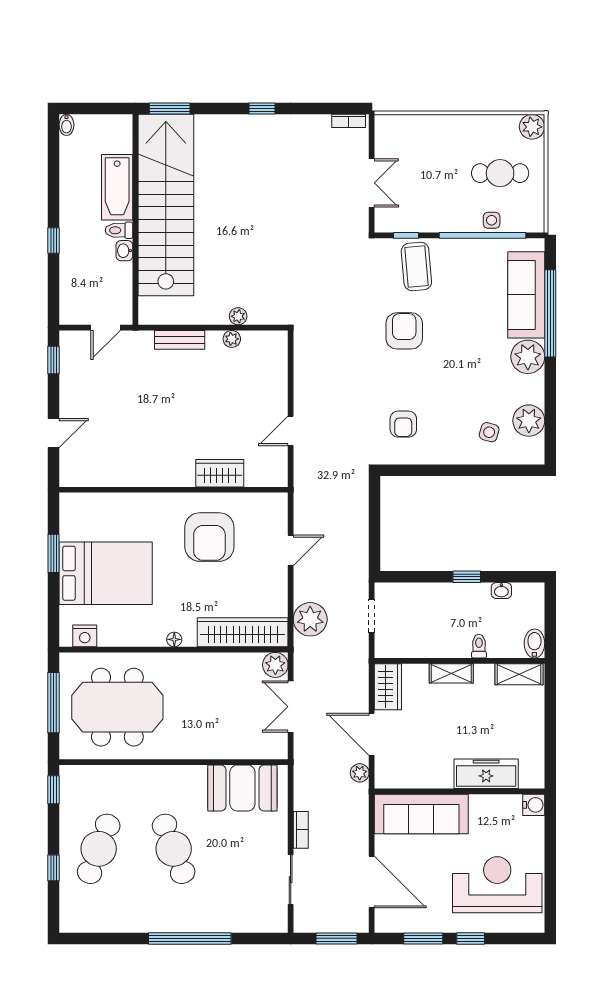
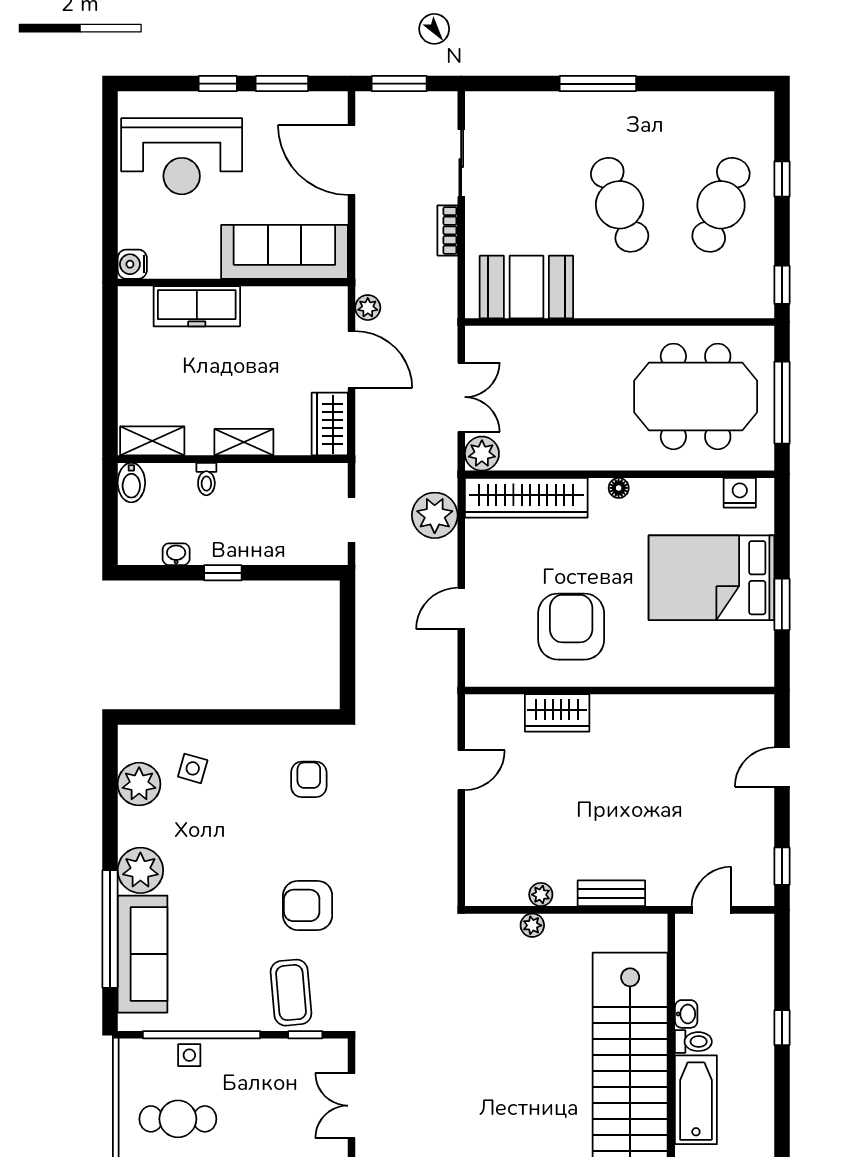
armchair: (404, 331) -> (308, 905), turned 90
window: (190, 938) -> (598, 84), width x0.68

